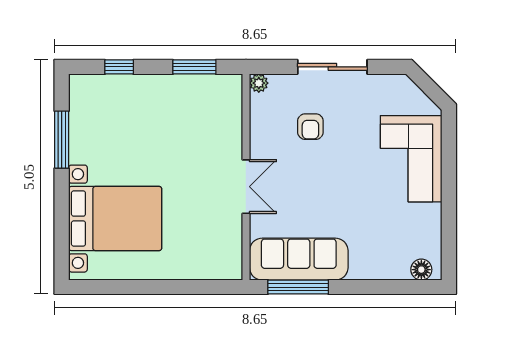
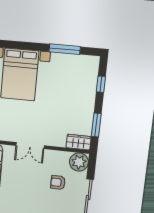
plant: (259, 83) -> (79, 162), width x1.87, depth x1.87
wardrobe: (230, 96) -> (79, 142), added

